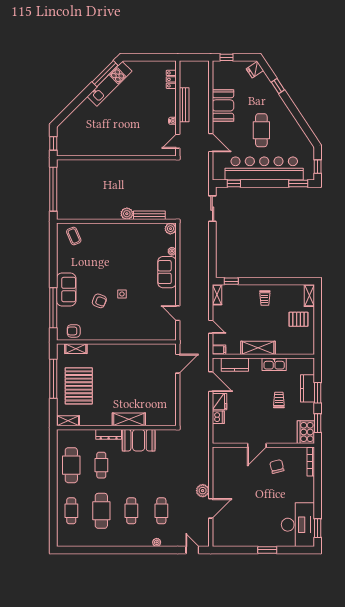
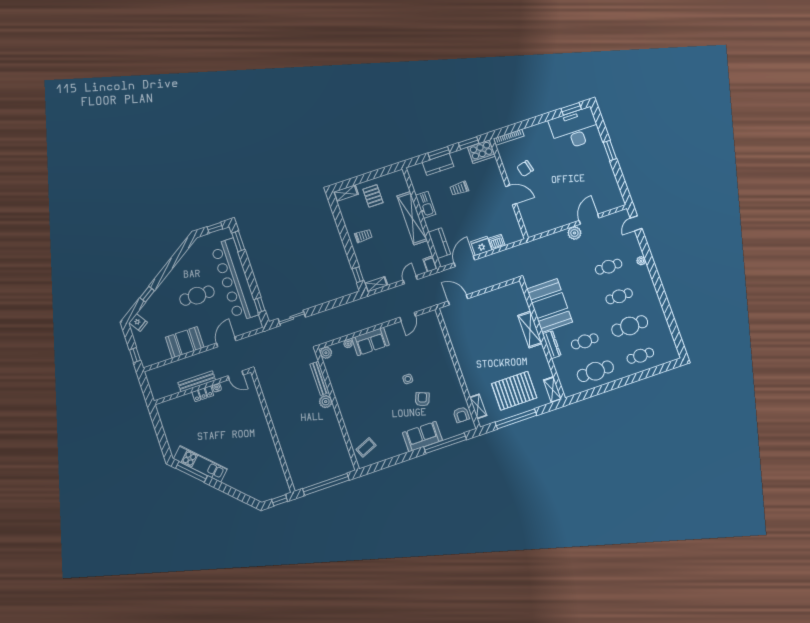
locker: (171, 79) -> (203, 394), moved
shelving: (258, 348) -> (412, 218), width x1.47
booth: (139, 440) -> (550, 305), width x1.36, depth x1.42
door: (211, 508) -> (589, 219), hinge flipped

